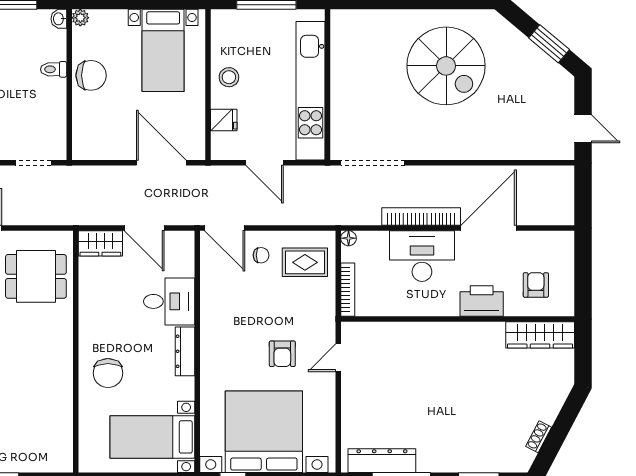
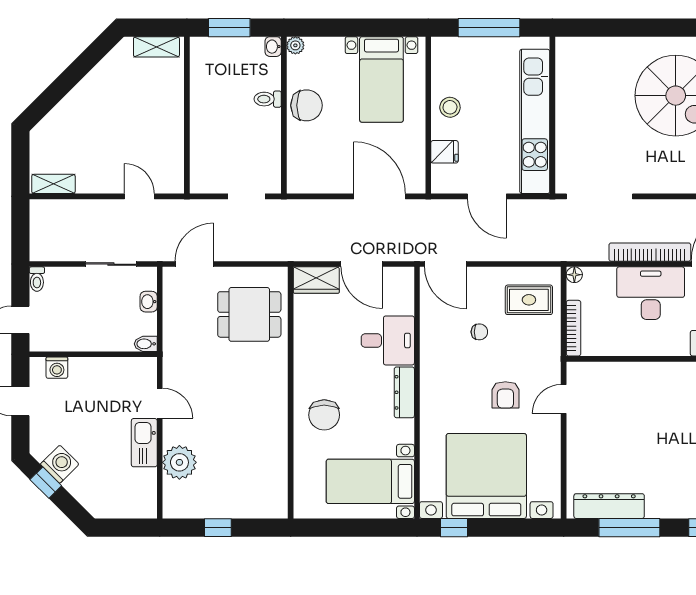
chair: (261, 255) -> (479, 332), moved

